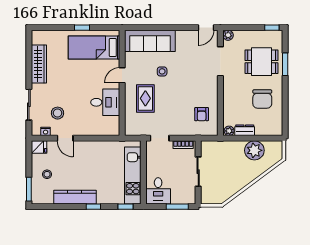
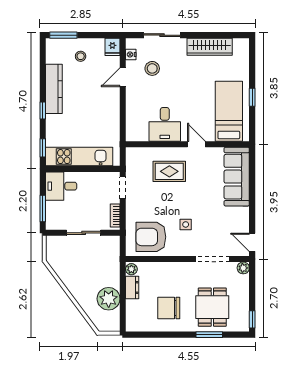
side table: (162, 71) -> (186, 224), moved
armchair: (202, 114) -> (151, 237), width x1.88, depth x1.88

